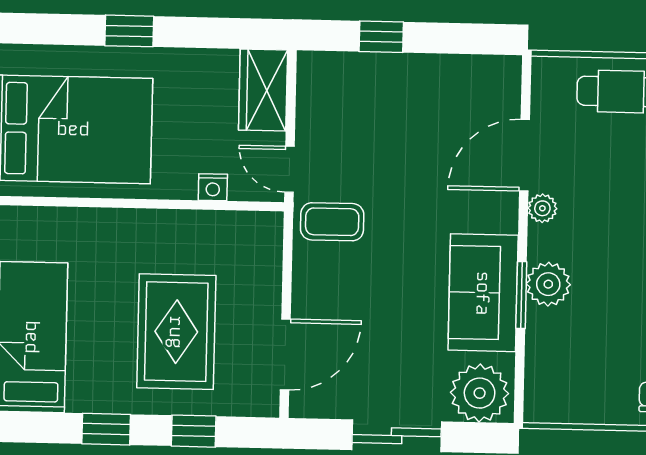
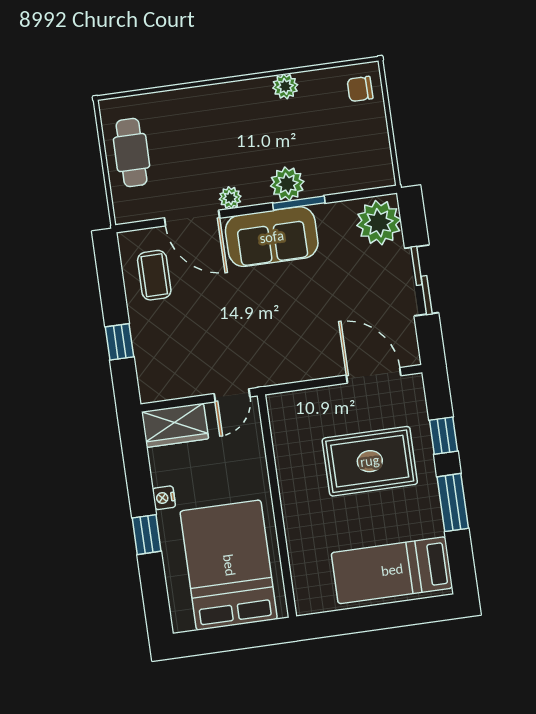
nightstand: (213, 187) -> (164, 498), moved, turned 180
coffee table: (332, 222) -> (154, 275), moved
sofa: (483, 293) -> (272, 237), moved
window: (106, 429) -> (453, 503), width x1.50

